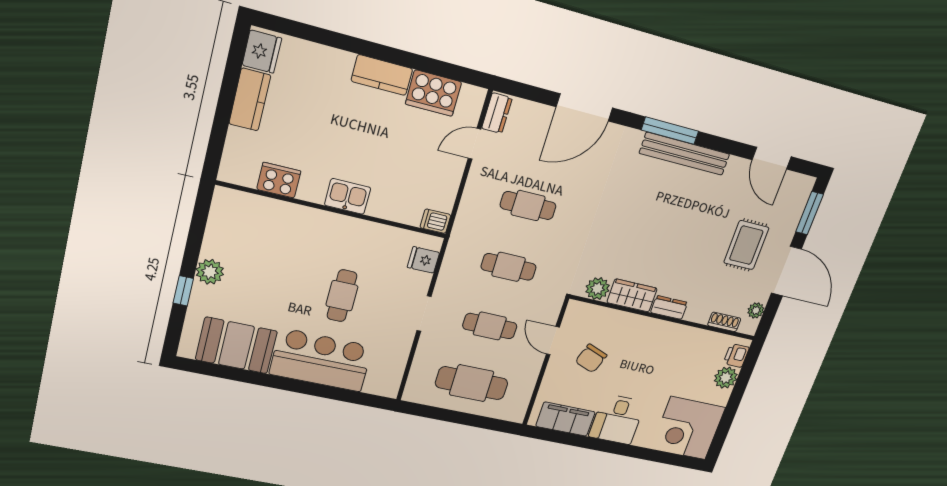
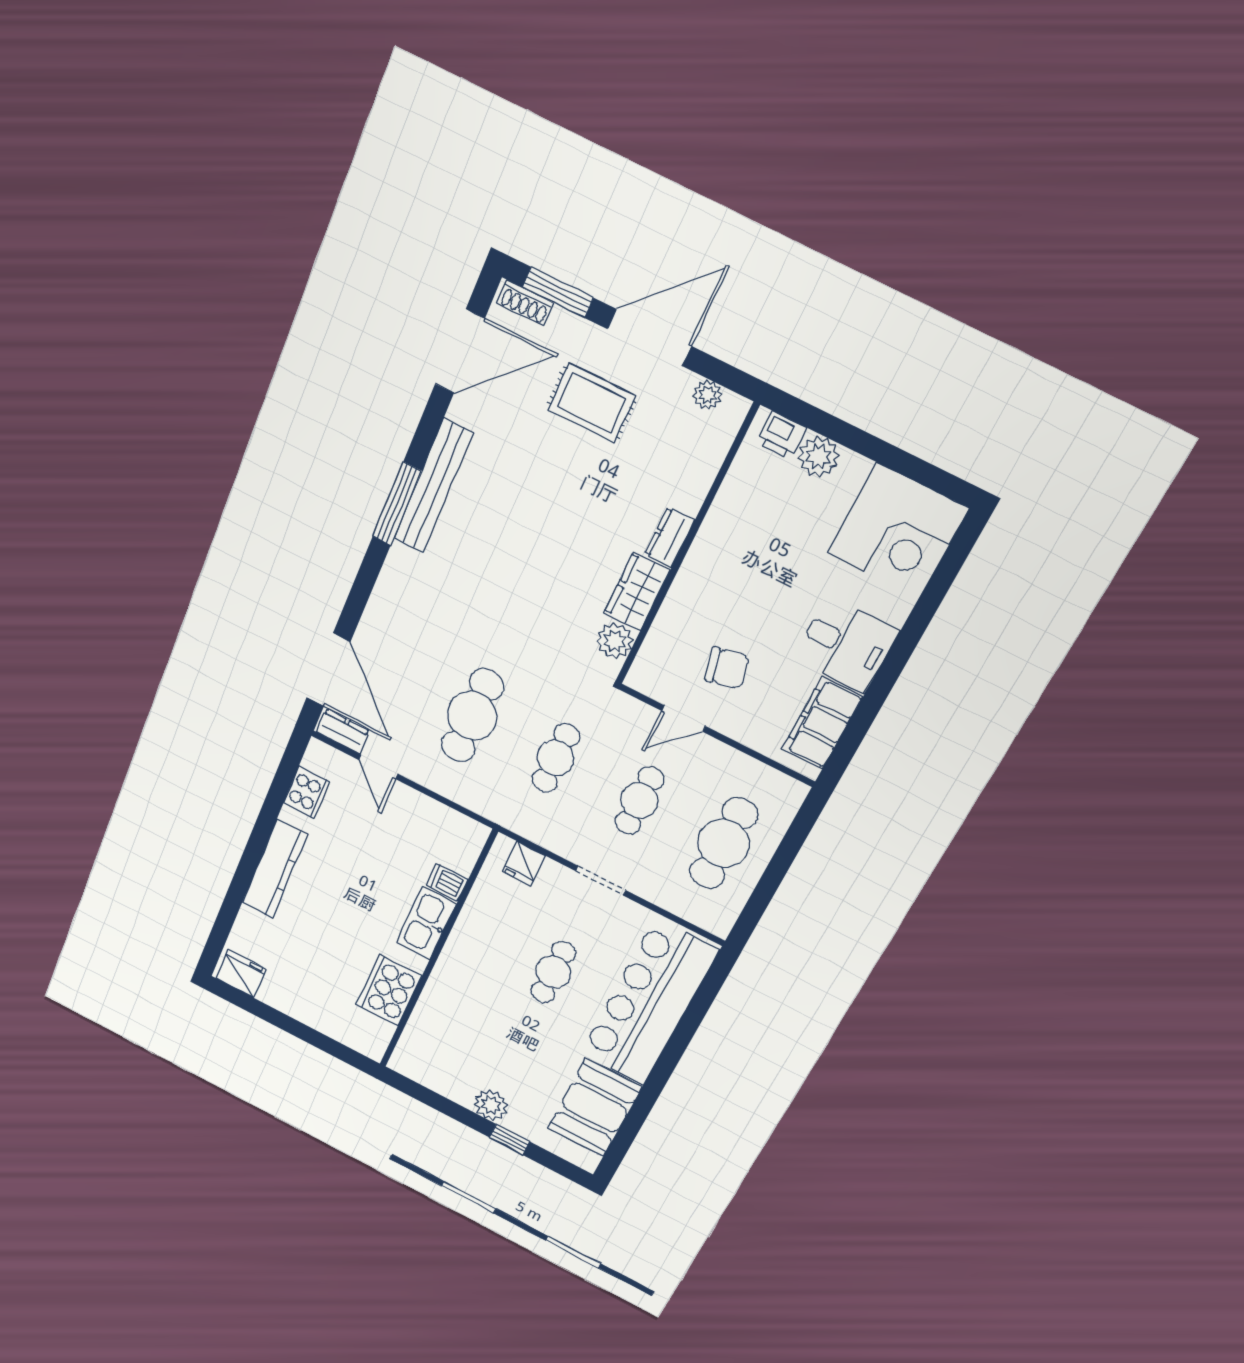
kitchen counter: (382, 75) -> (275, 869), width x1.50
cooker: (433, 93) -> (307, 792), width x0.73, depth x0.76
kitchen counter: (250, 100) -> (292, 1002), removed
door: (584, 107) -> (328, 670), moved
door: (772, 158) -> (460, 351), width x1.36
cooker: (279, 180) -> (389, 990), width x1.37, depth x1.31
kitchen sink: (348, 196) -> (426, 923), width x1.38
cafe table: (528, 206) -> (472, 716), width x1.37, depth x1.35
dishwasher: (435, 221) -> (447, 882), moved, turned 90
cafe table: (342, 296) -> (553, 972), turned 90
shoe rack: (724, 322) -> (525, 303), moved, turned -90
chair: (591, 358) -> (727, 668), turned -33
bar counter: (321, 360) -> (649, 1002), width x1.36

